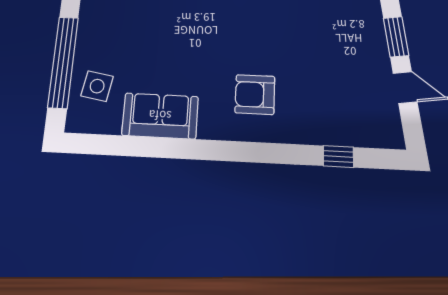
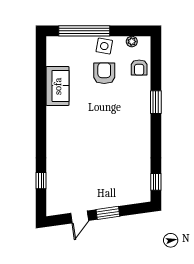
side table: (97, 86) -> (104, 46), moved
armchair: (255, 95) -> (104, 73), moved

